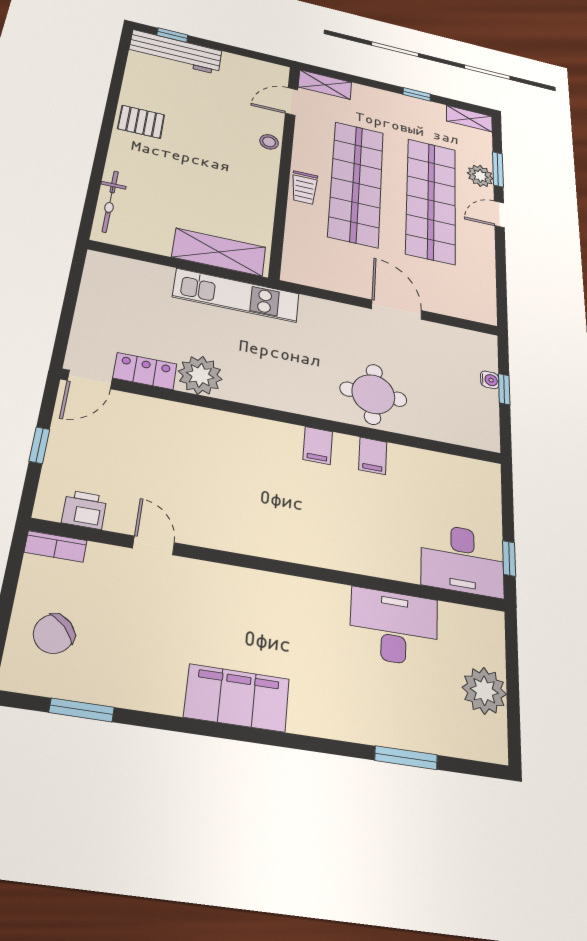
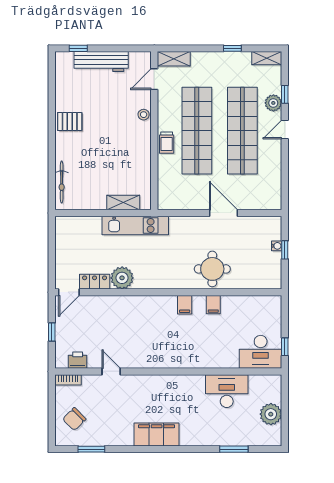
workbench: (176, 52) -> (101, 62), moved
window: (498, 169) -> (285, 94), width x0.67
shelving: (219, 252) -> (123, 203), width x0.67, depth x0.75

